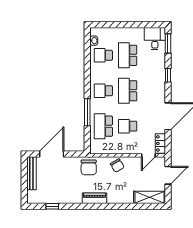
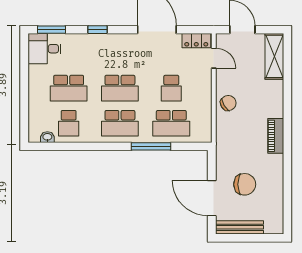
school desk: (103, 91) -> (120, 123), width x1.85
chair: (89, 167) -> (245, 184), moved
window: (52, 206) -> (287, 197), removed

